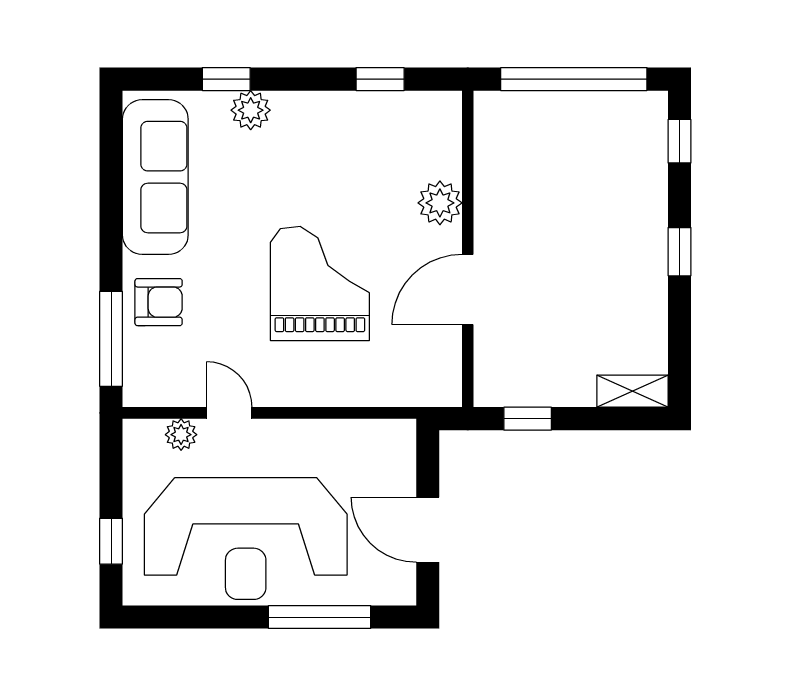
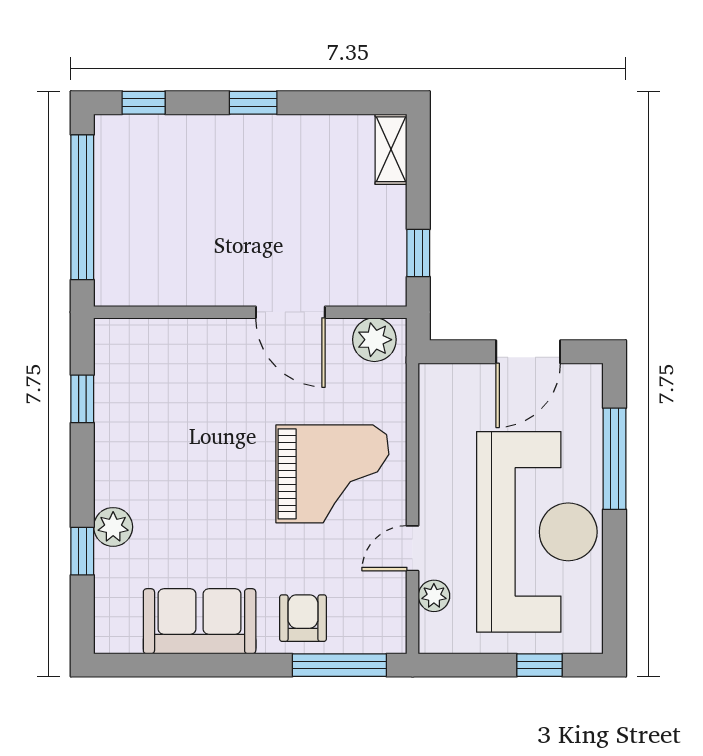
sofa: (155, 177) -> (200, 621), width x0.73
plant: (440, 203) -> (374, 340), moved
grand piano: (320, 284) -> (332, 474), moved, turned 180

